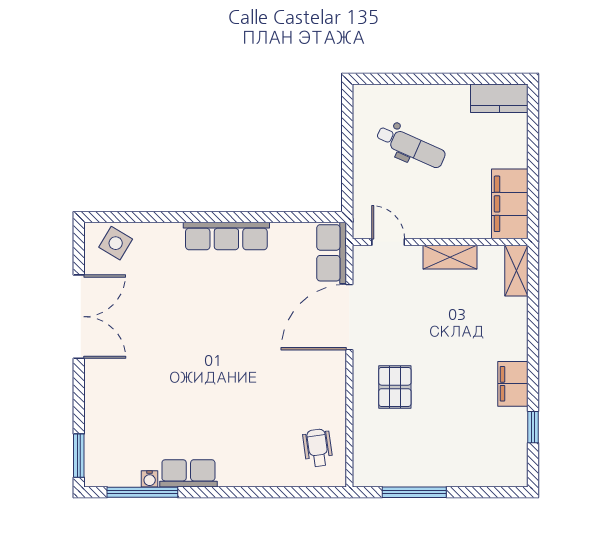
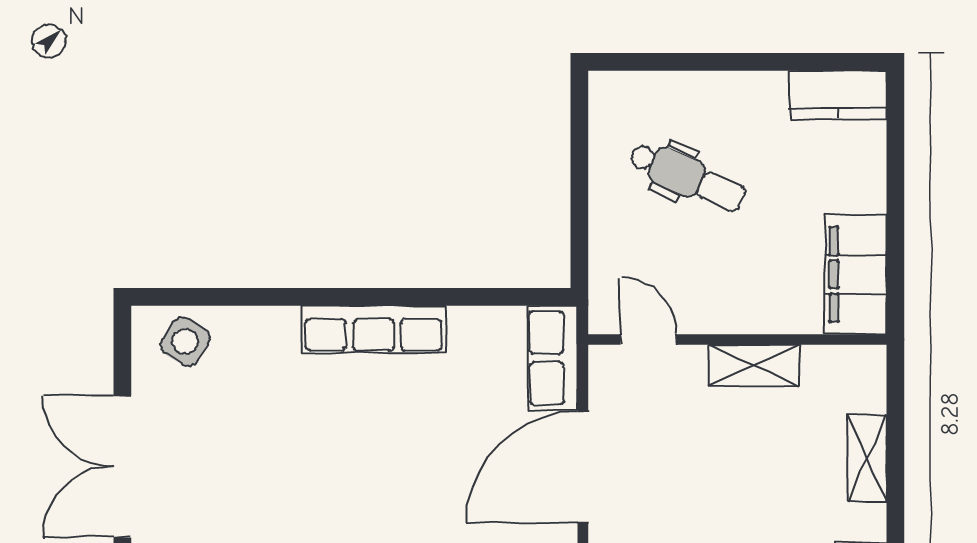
shelving: (516, 271) -> (867, 458), moved
double door: (79, 317) -> (122, 467), swing flipped

